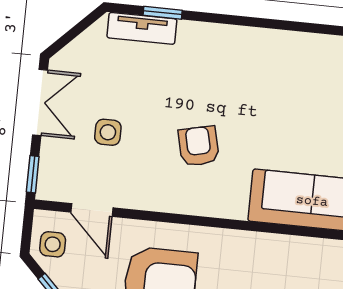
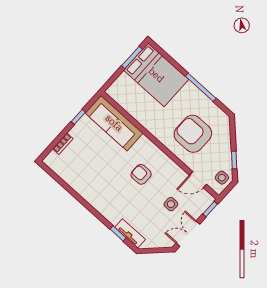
armchair: (199, 146) -> (141, 174), turned 103
door: (92, 210) -> (198, 180), swing flipped

